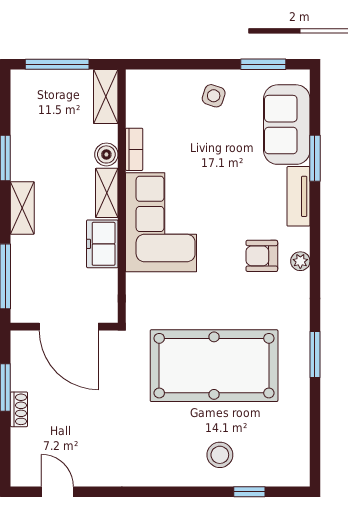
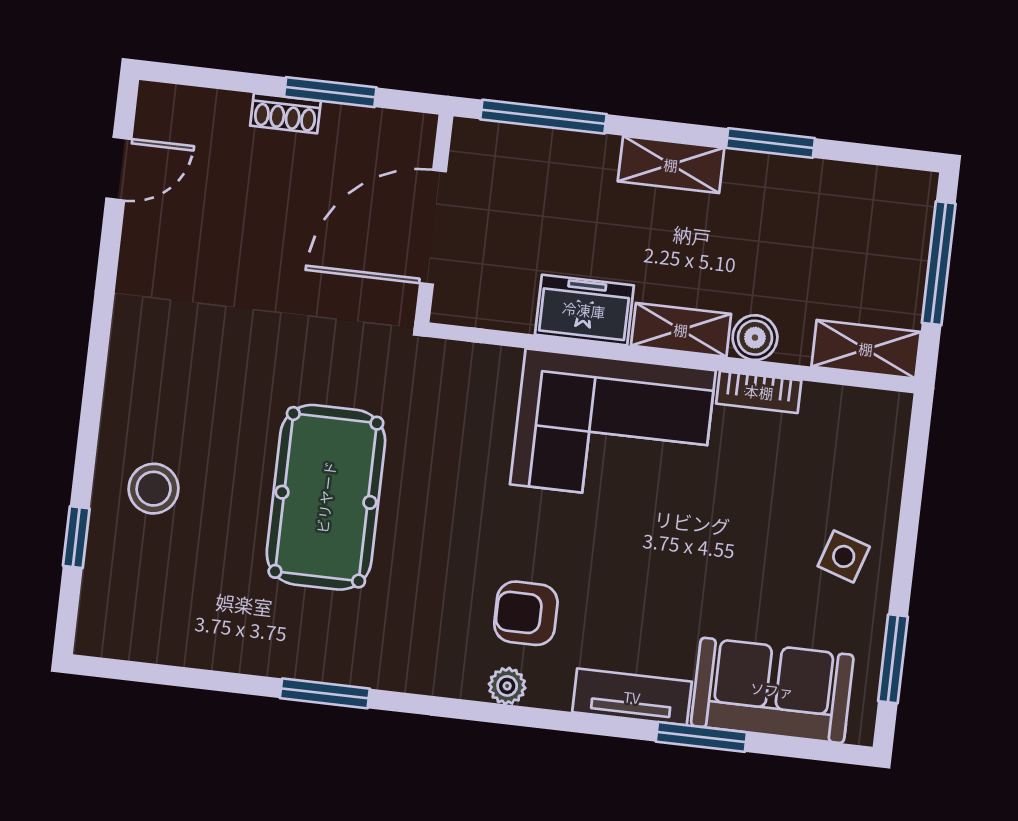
armchair: (262, 256) -> (526, 613), turned -90
pool table: (214, 366) -> (326, 497), width x0.73, depth x0.76

